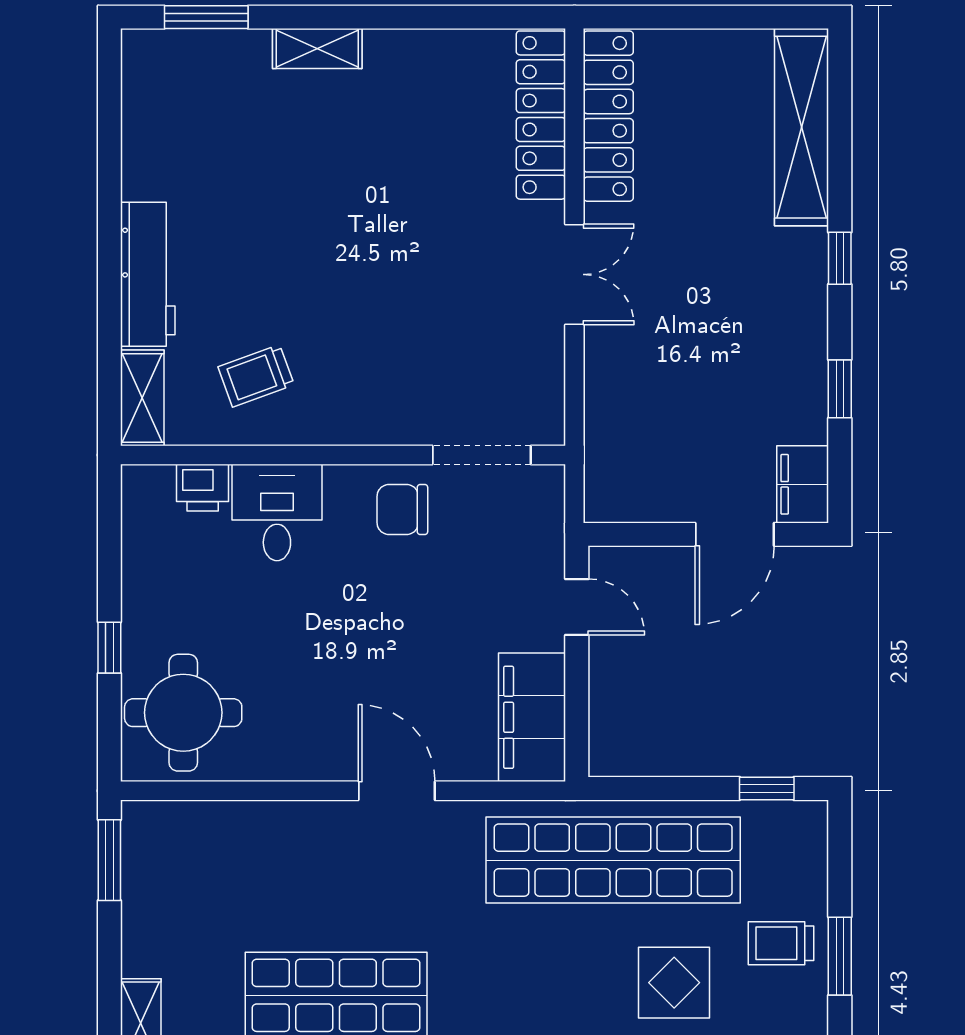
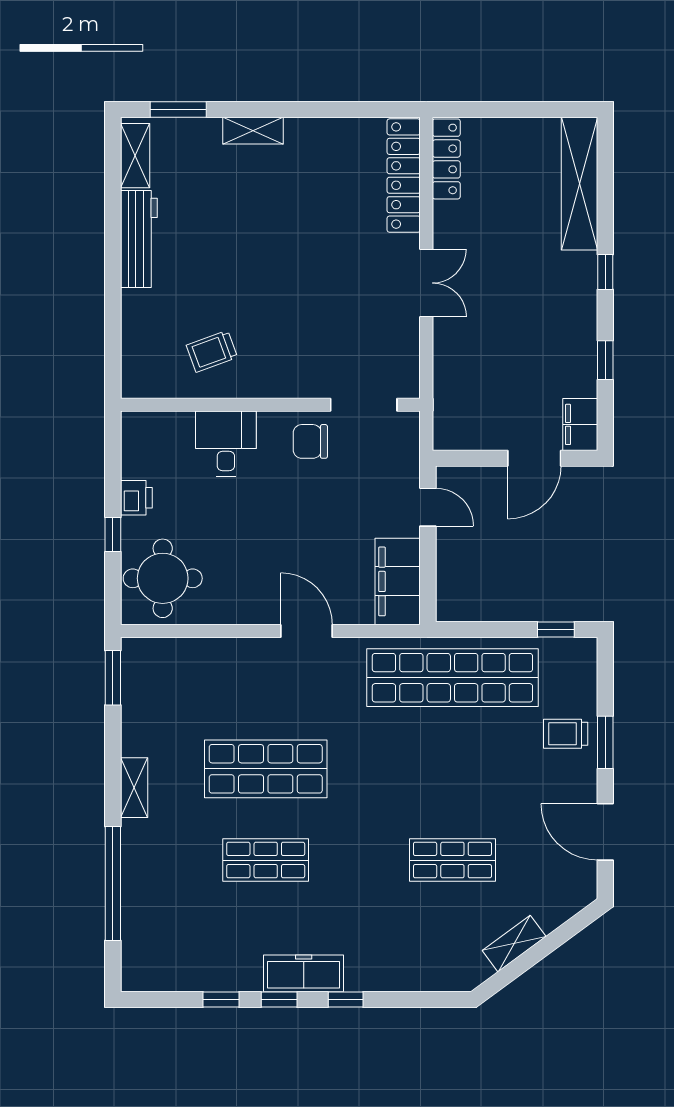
locker: (608, 116) -> (446, 159), width x0.71, depth x0.83
workbench: (148, 274) -> (139, 239), moved
shelving: (142, 398) -> (135, 156), moved
printer: (203, 488) -> (136, 498), moved, turned -90
display table: (674, 983) -> (493, 760), removed

